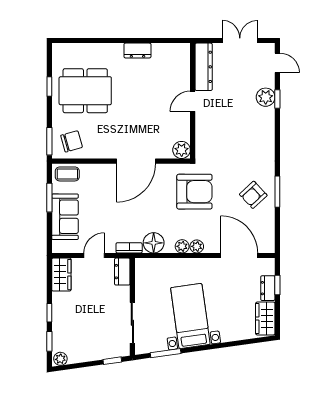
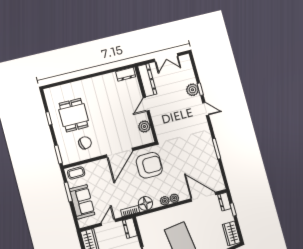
double door: (240, 41) -> (166, 58), swing flipped
dresser: (137, 51) -> (126, 74), moved
door: (277, 63) -> (206, 109), moved
dining table: (85, 91) -> (74, 115), width x0.73
chair: (72, 141) -> (85, 143), moved
plant: (182, 150) -> (144, 127), moved
armchair: (194, 192) -> (149, 165), moved
armchair: (253, 195) -> (202, 155), removed
dresser: (268, 288) -> (224, 202), moved

